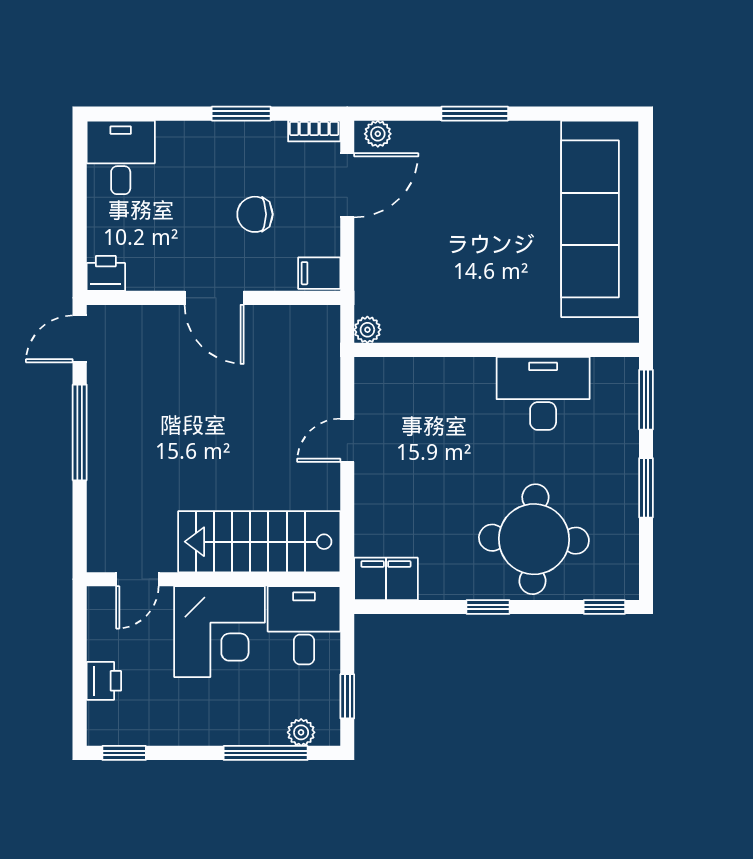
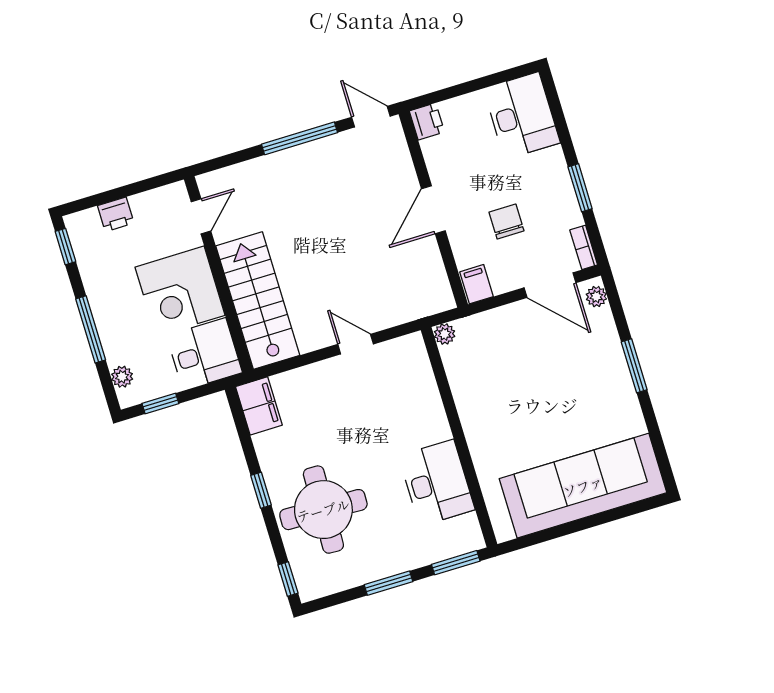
desk: (121, 157) -> (522, 116), width x1.37
door: (137, 579) -> (201, 216), swing flipped
window: (266, 753) -> (91, 329), moved

